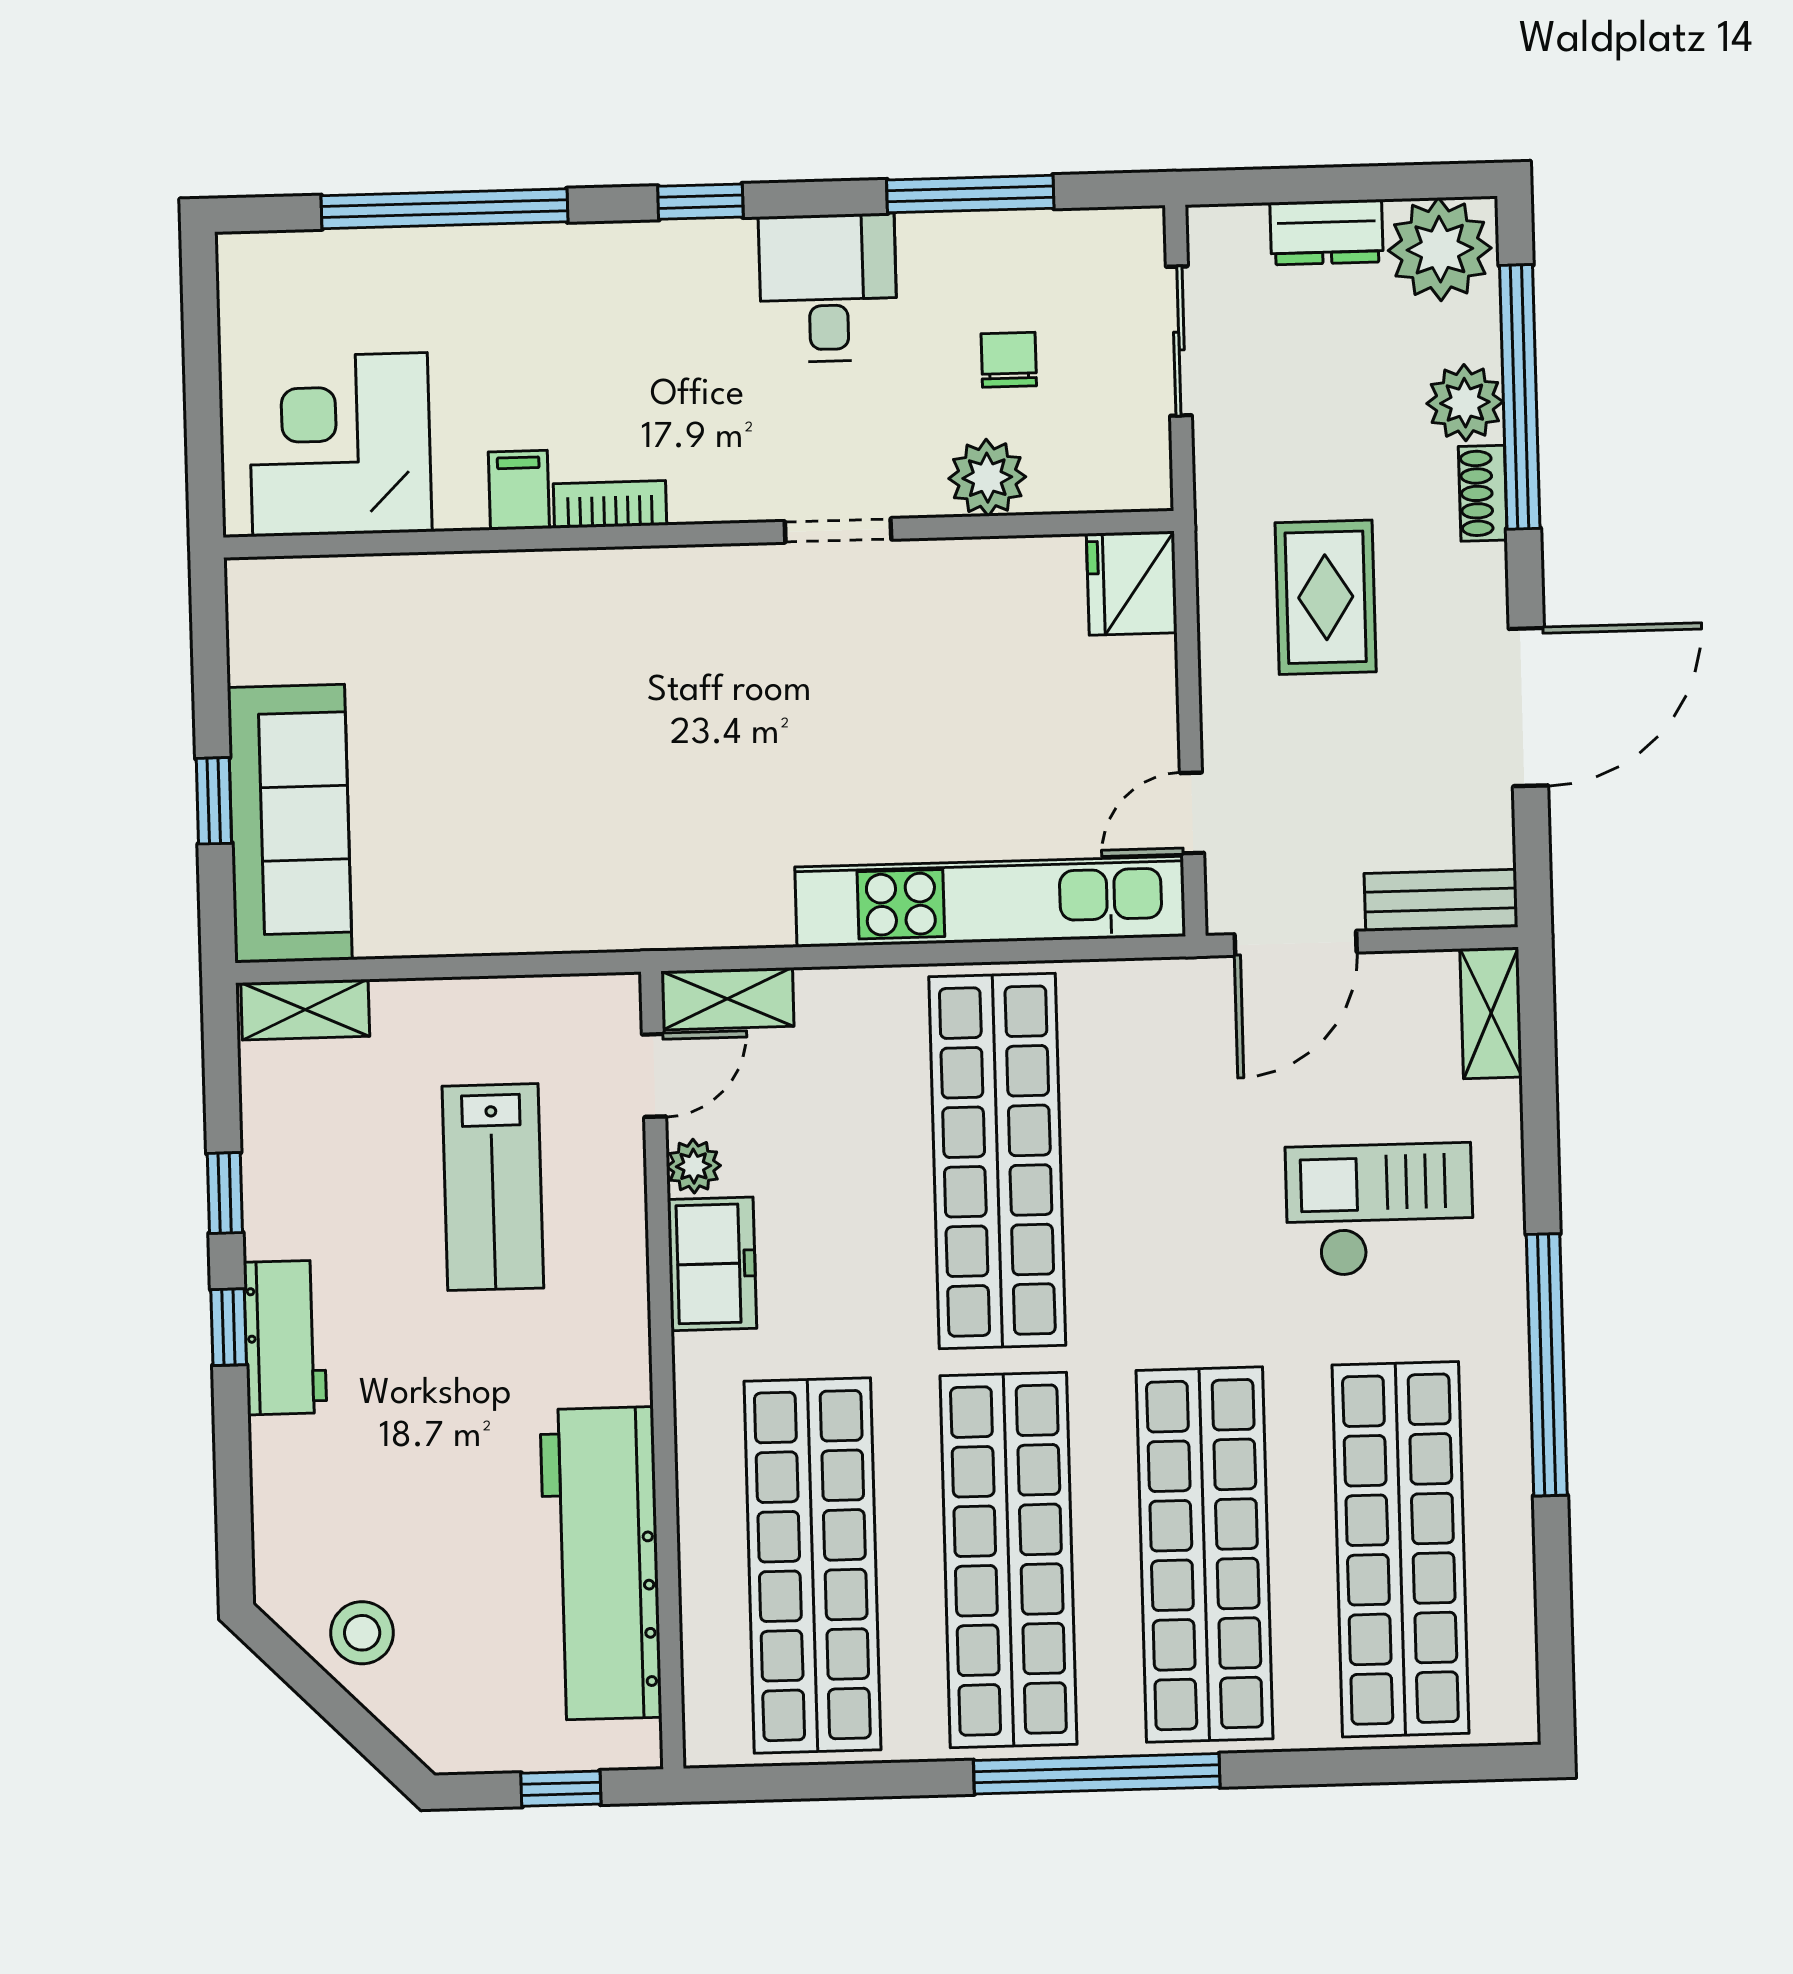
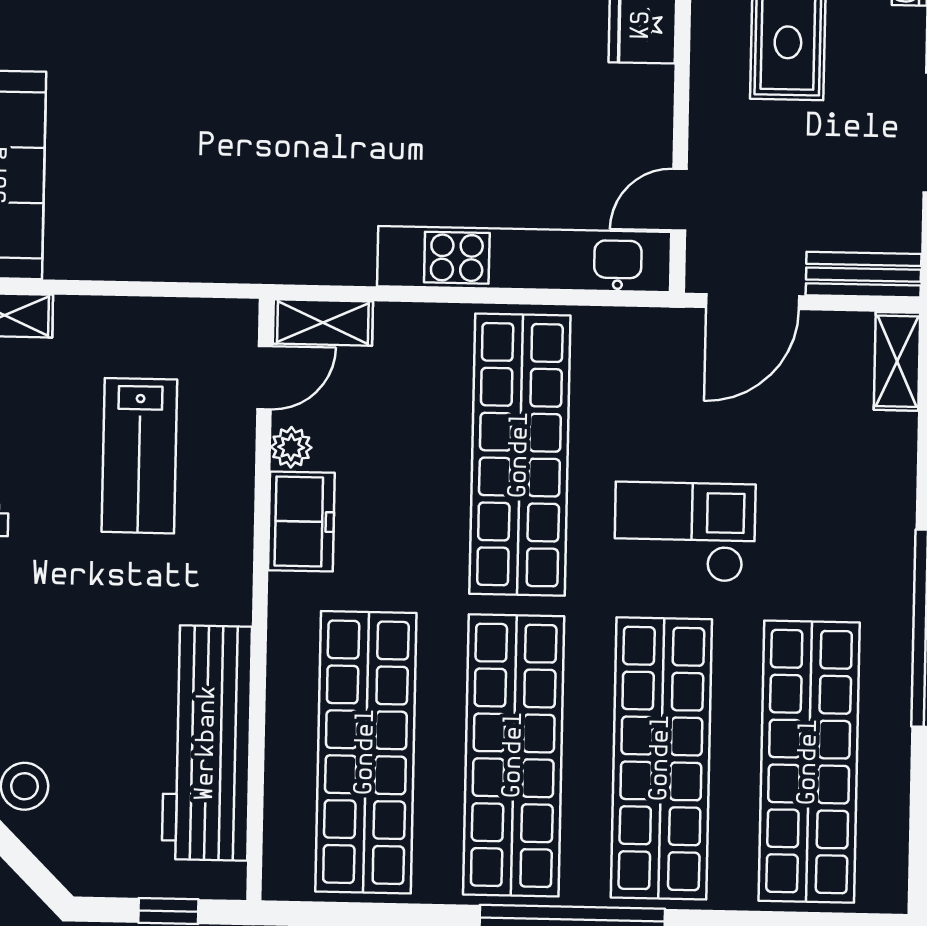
checkout: (1380, 1210) -> (685, 532), moved

